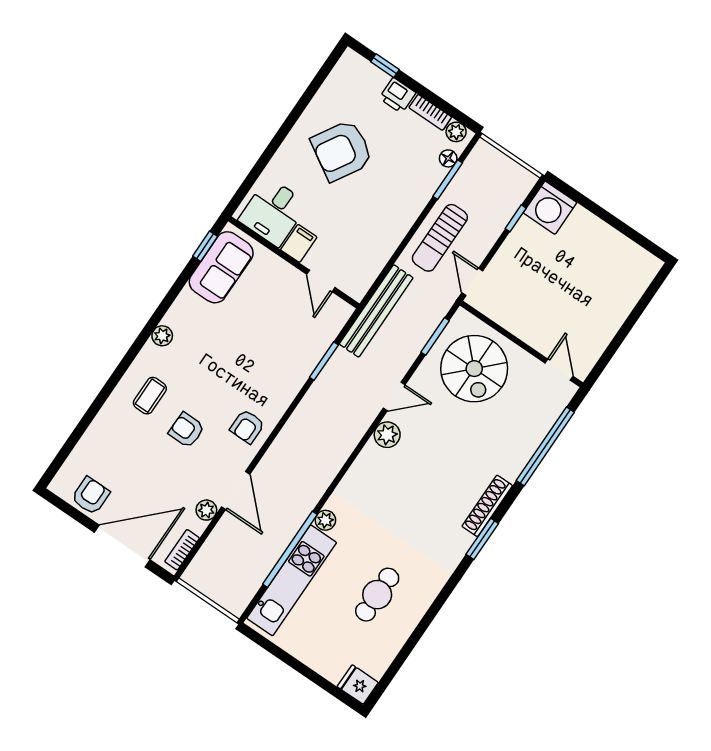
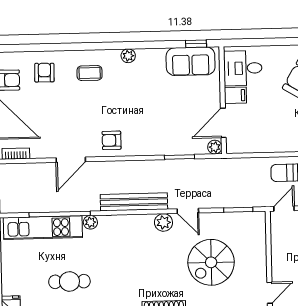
door: (321, 281) -> (223, 123), width x1.38
bench: (376, 311) -> (134, 202), moved
spiral stairs: (474, 369) -> (211, 262), moved
armchair: (186, 430) -> (44, 73), moved
plant: (206, 510) -> (215, 147), moved

